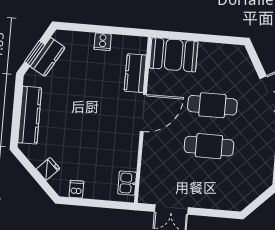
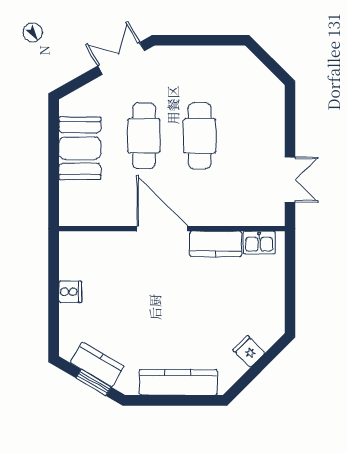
booth: (174, 55) -> (80, 148), moved
kitchen counter: (135, 73) -> (216, 244), moved
dishwasher: (76, 189) -> (273, 311), removed

